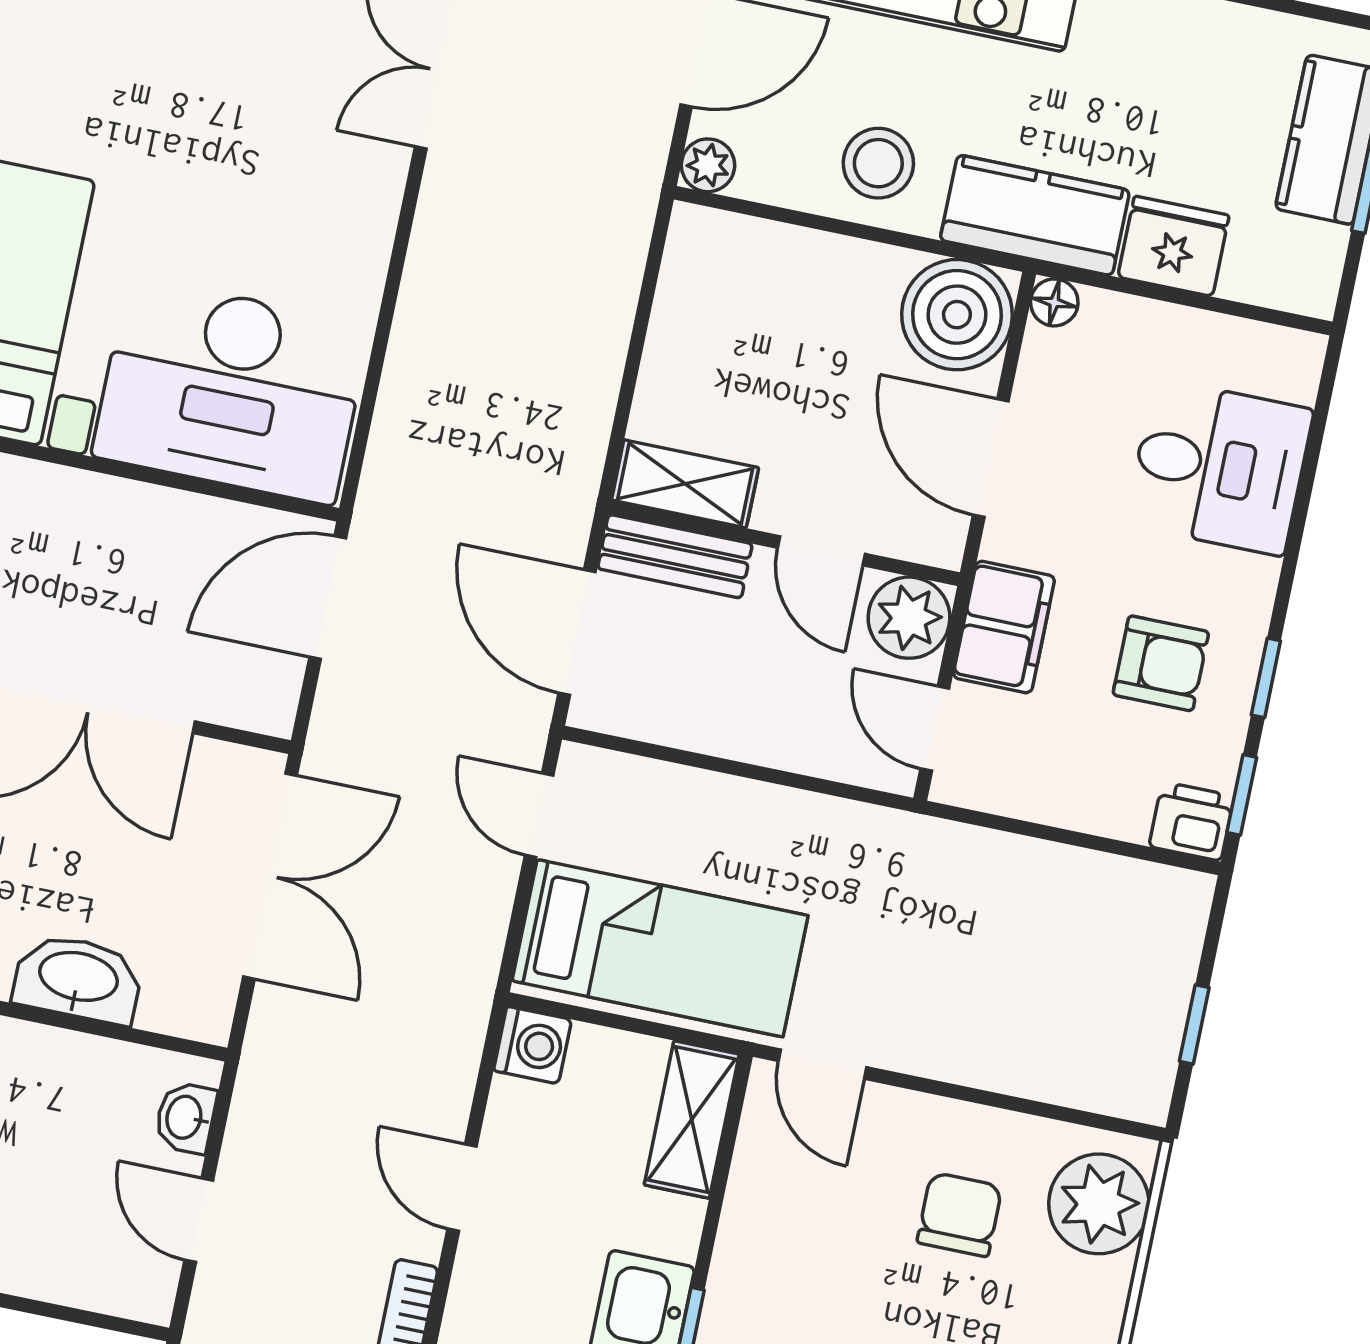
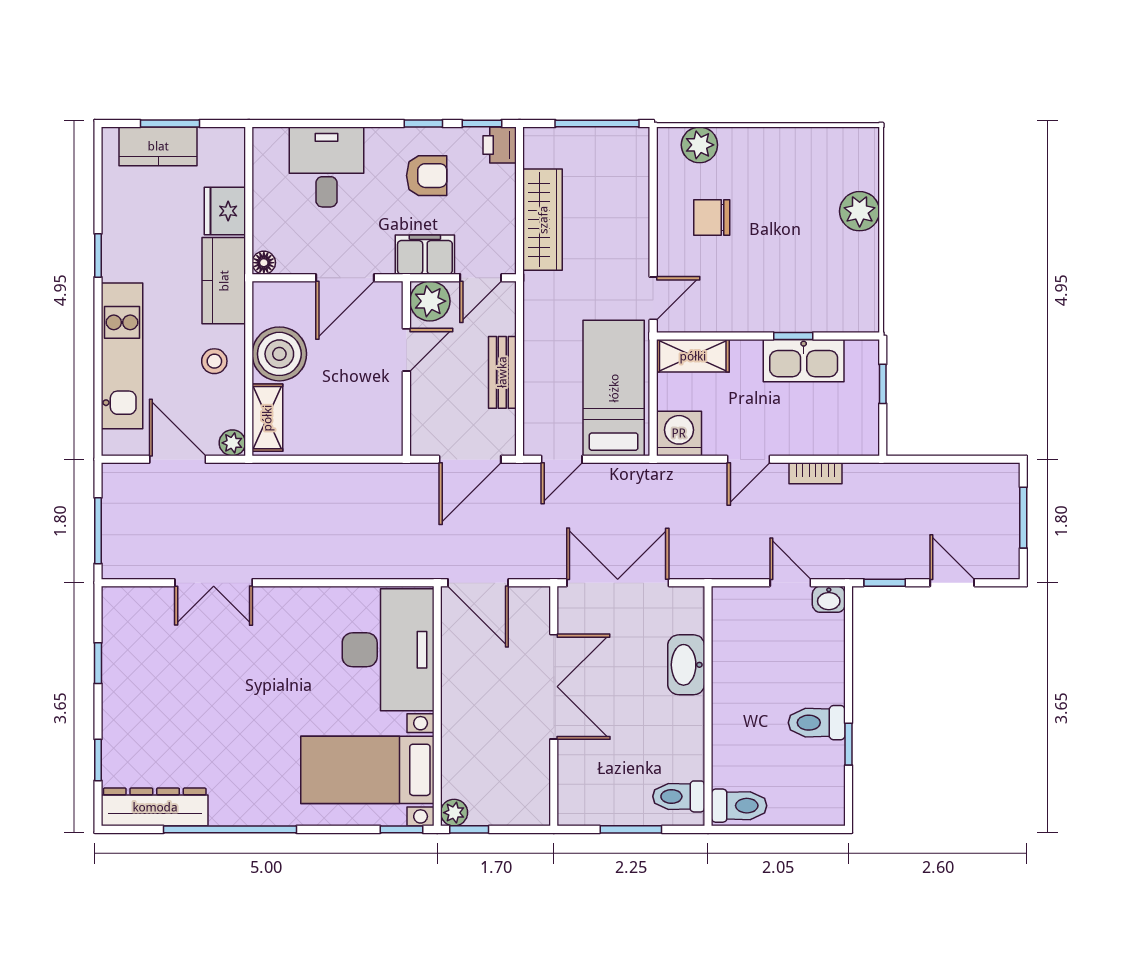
stool: (878, 163) -> (214, 361), width x0.73, depth x0.73
boiler: (957, 315) -> (279, 354), moved
shelving: (685, 484) -> (267, 418), moved
bench: (675, 556) -> (502, 372), moved
armchair: (1161, 663) -> (427, 176), turned 90
wardrobe: (1025, 876) -> (543, 220), added
window: (1194, 1024) -> (597, 123), width x2.17
washing machine: (533, 1045) -> (679, 433), width x1.38, depth x1.38
washbasin: (186, 1118) -> (829, 599), moved
plant: (1099, 1204) -> (699, 145), width x0.73, depth x0.73
door: (199, 1220) -> (790, 583), swing flipped

